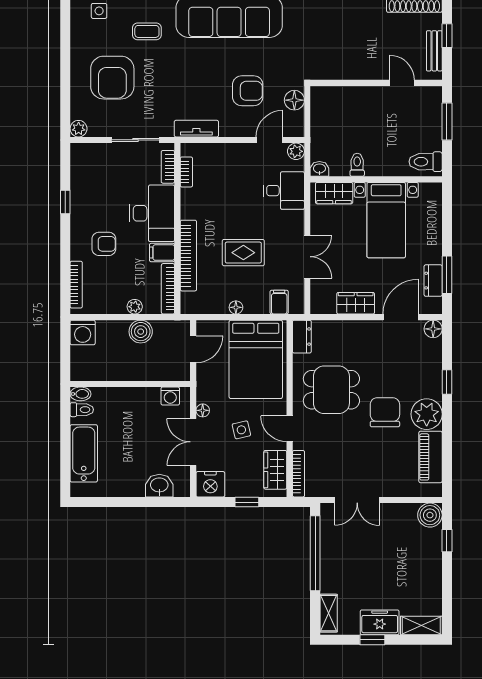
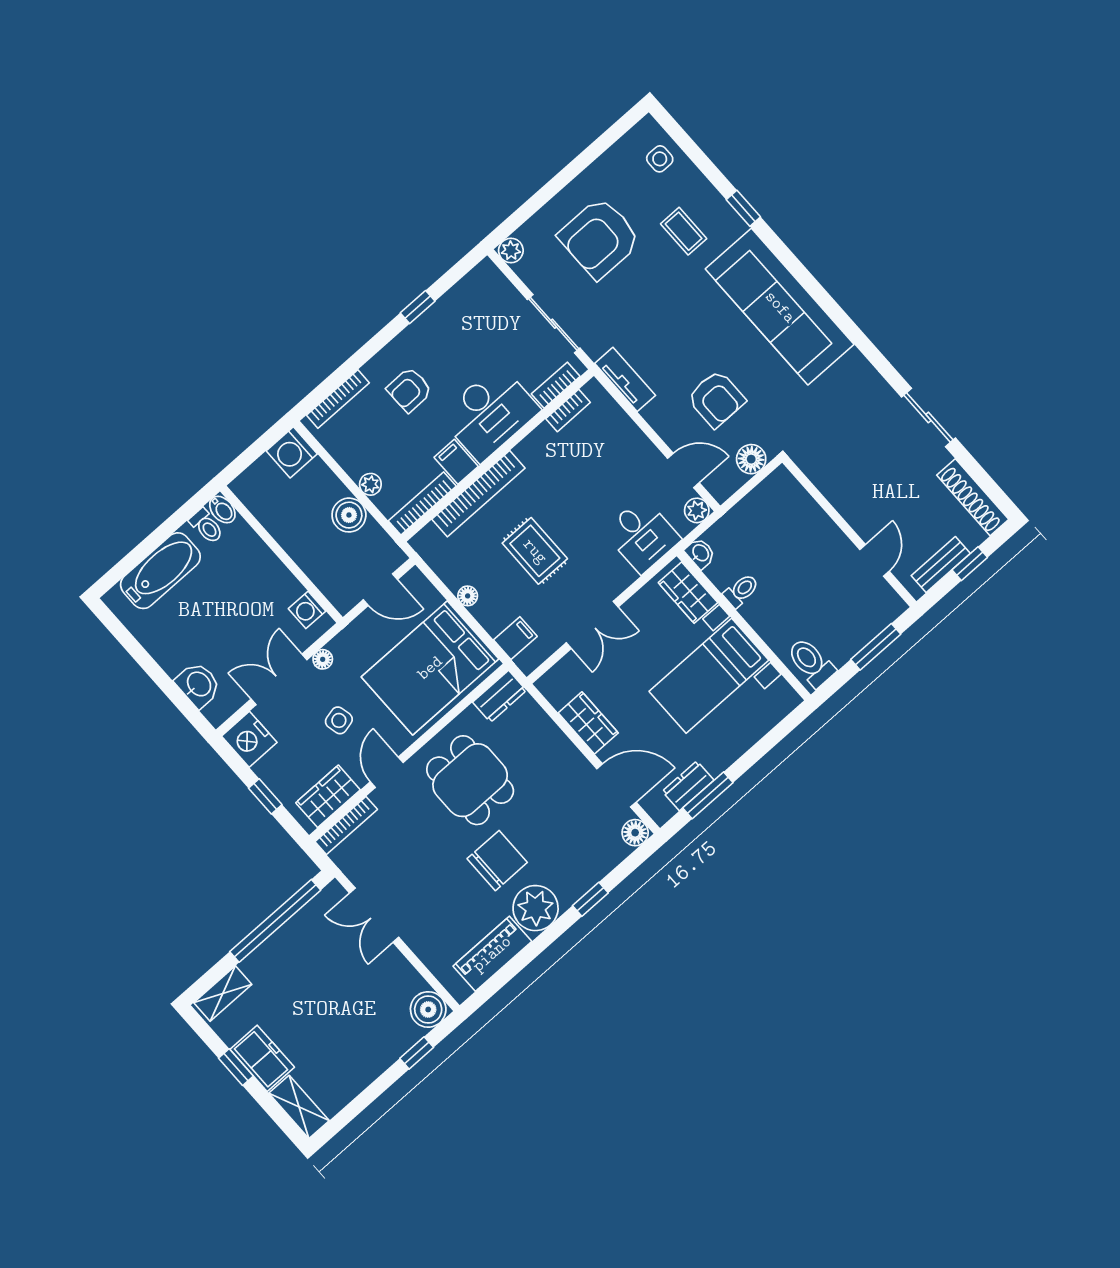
armchair: (104, 244) -> (409, 390), turned 89

